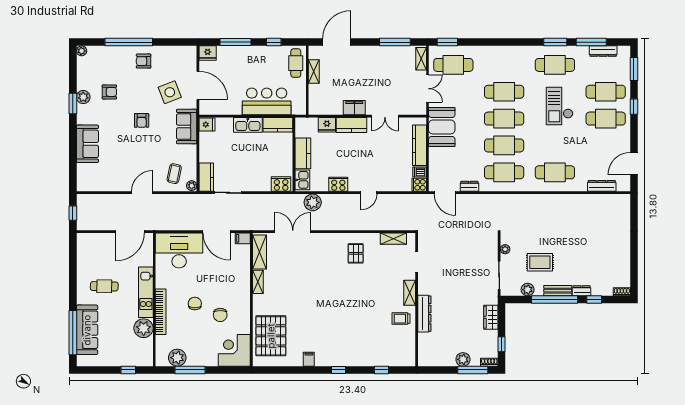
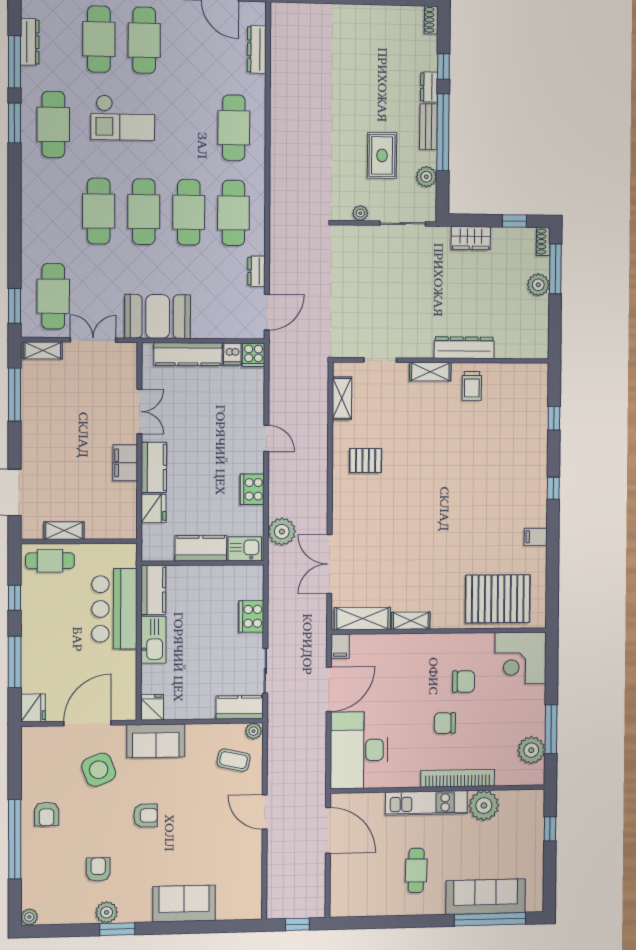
cooker: (281, 184) -> (251, 616), moved

